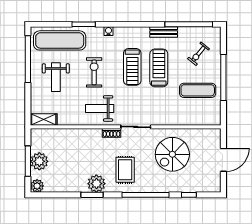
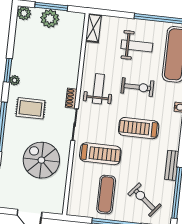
exercise bike: (199, 54) -> (145, 200), width x1.38, depth x1.39
treadmill: (159, 68) -> (100, 154), moved
weight bench: (56, 77) -> (137, 46), turned 180
plant: (96, 184) -> (15, 80), width x0.53, depth x0.53

